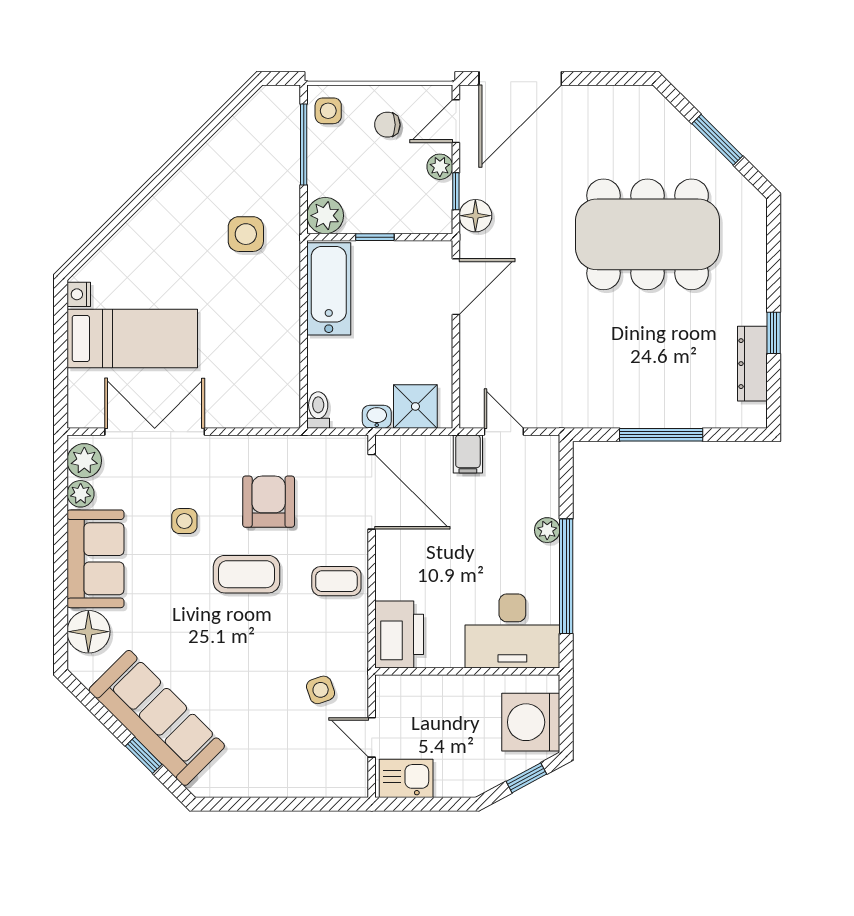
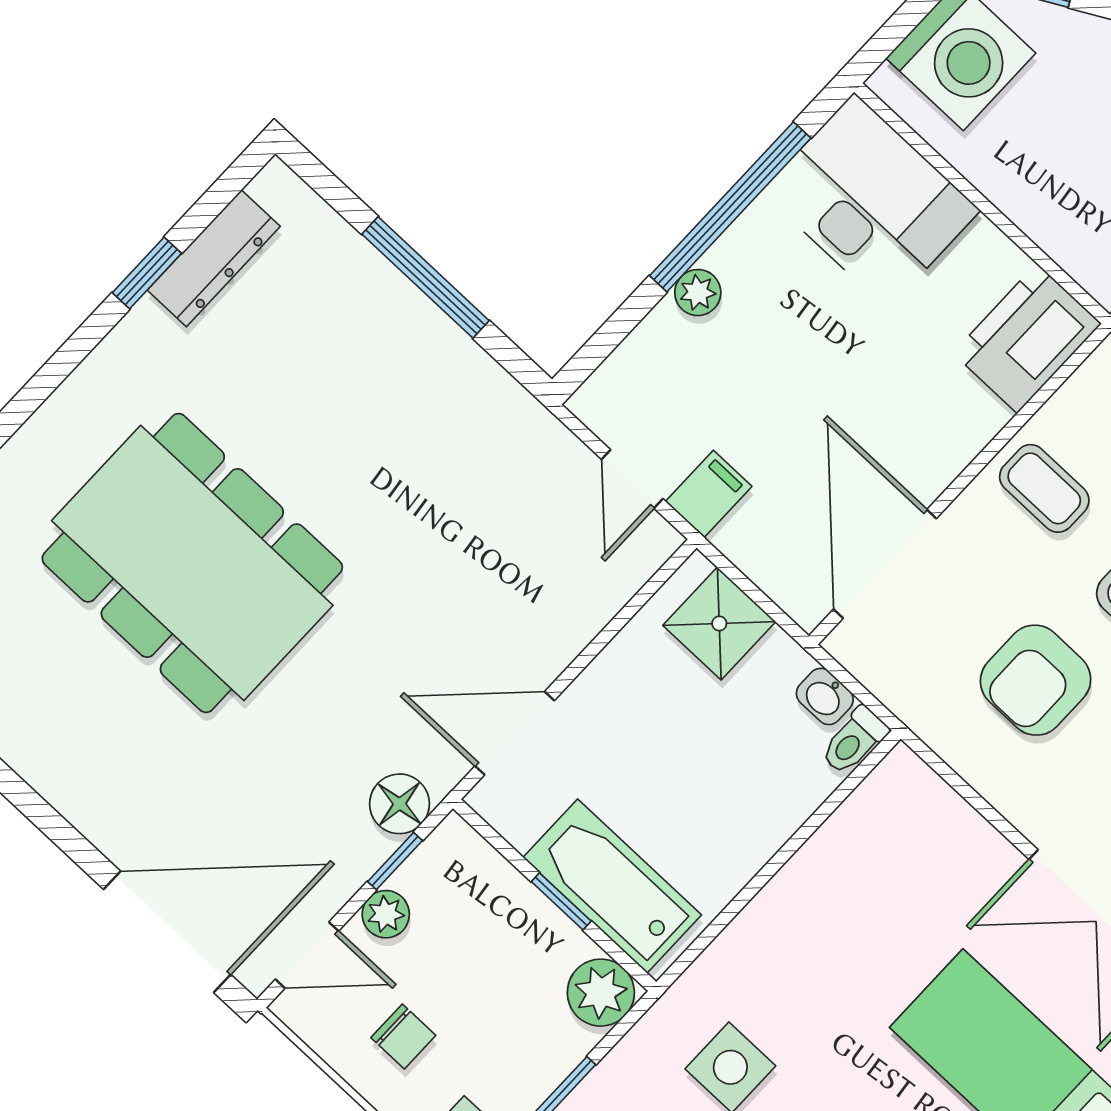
bathtub: (329, 289) -> (612, 886), moved, turned 90
washbasin: (377, 417) -> (825, 696), moved

